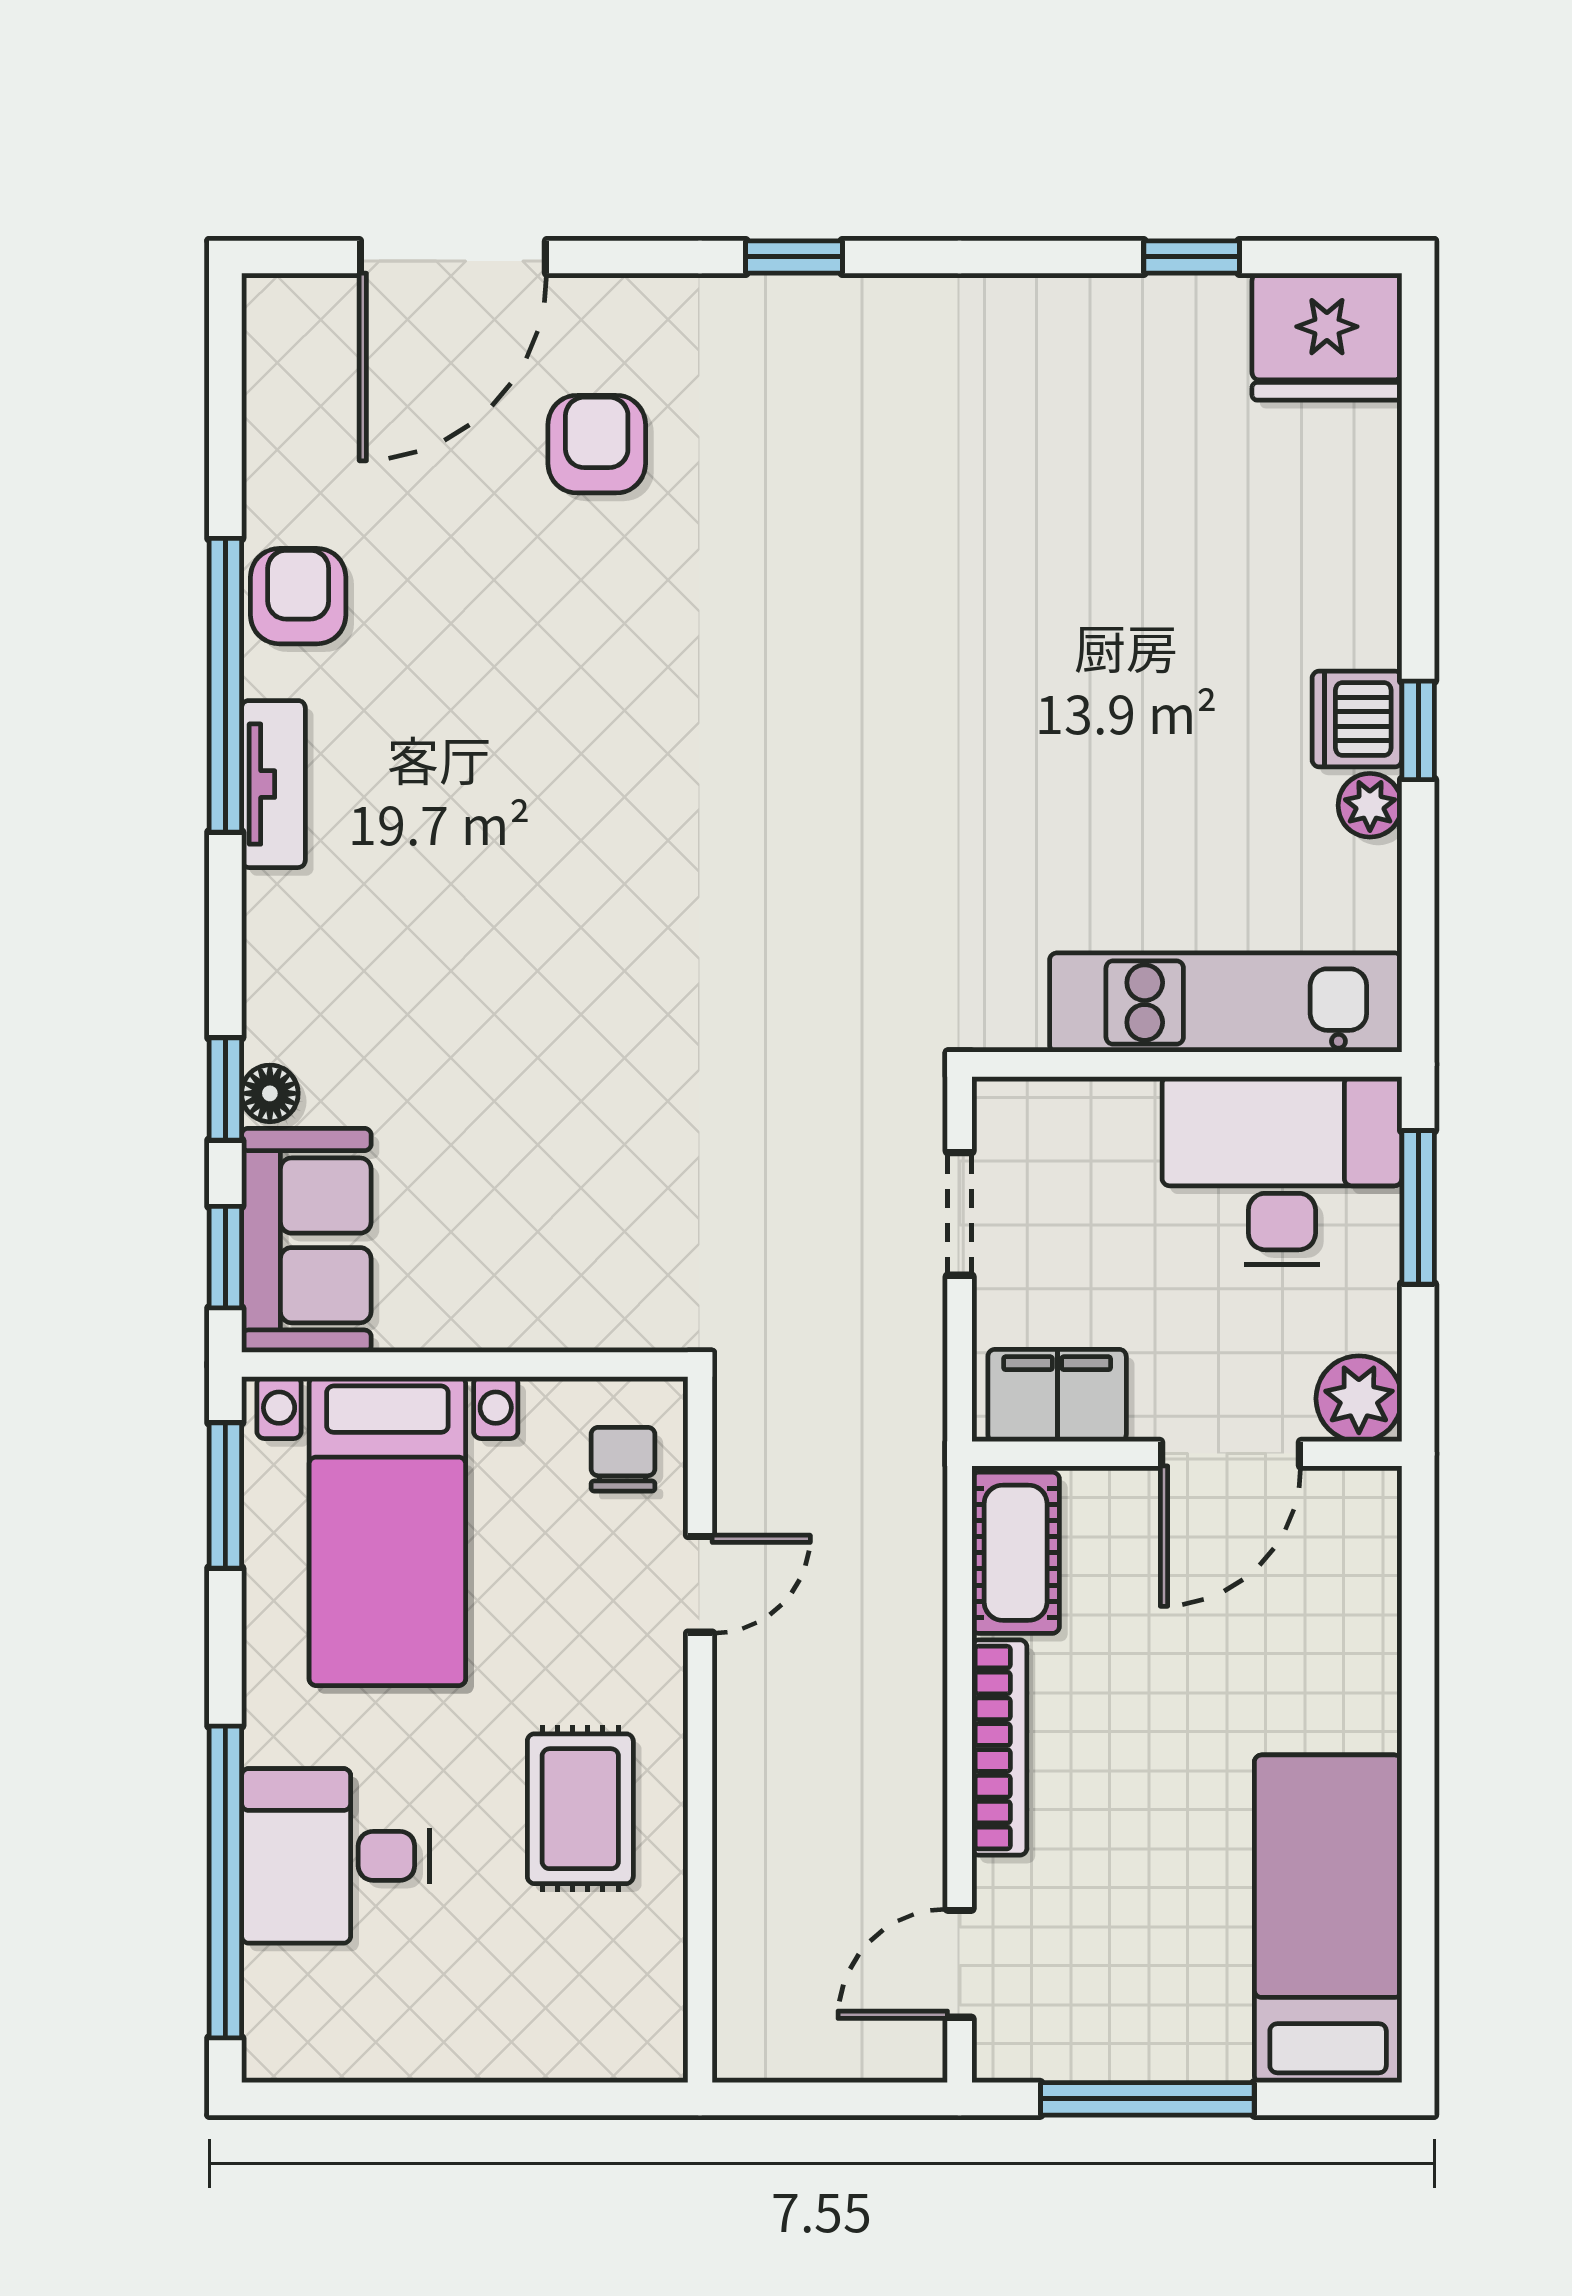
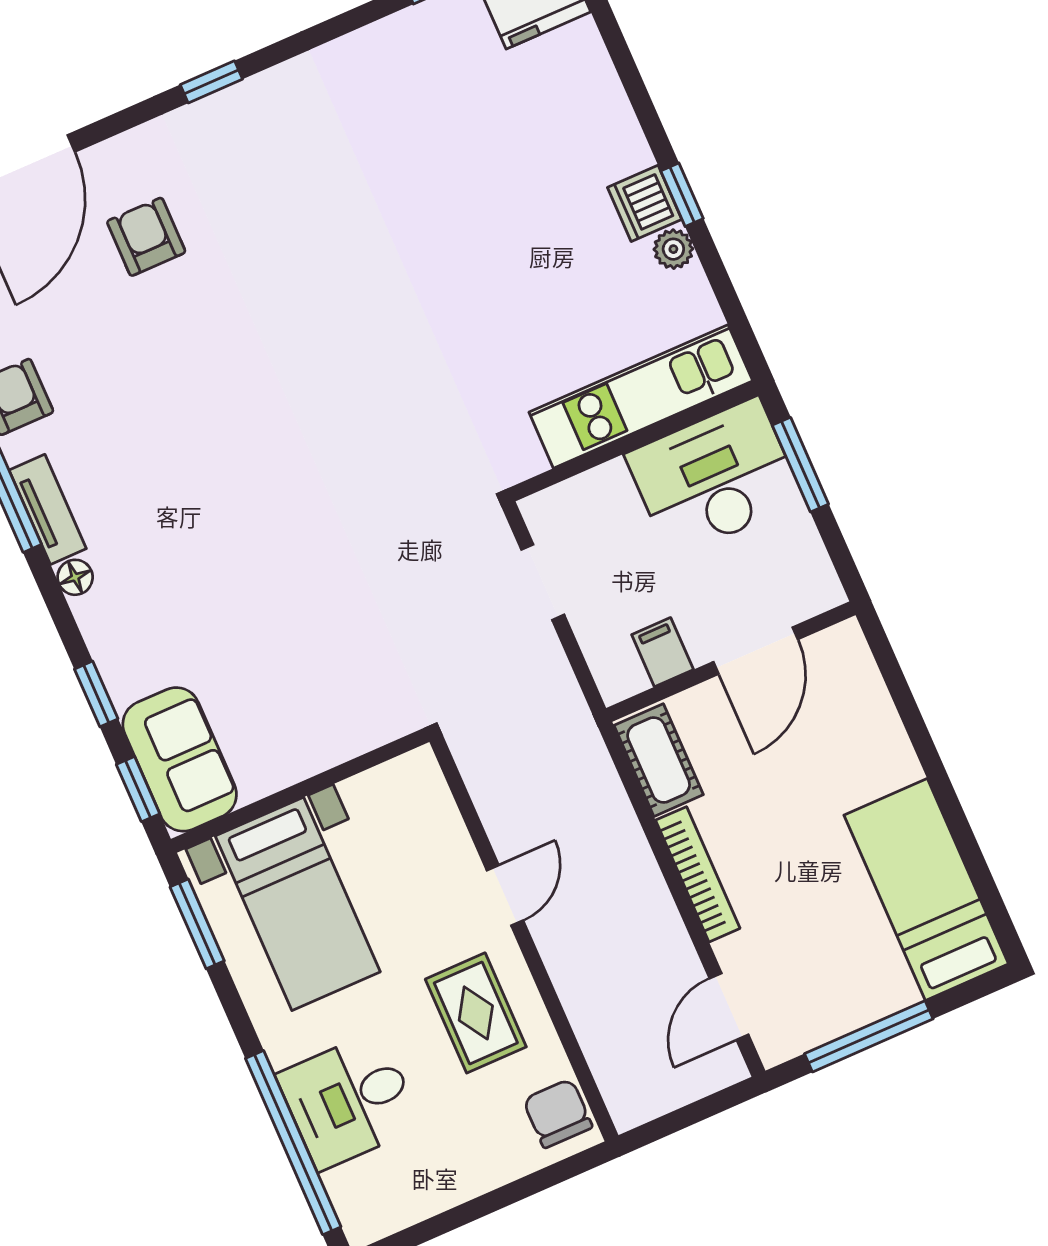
floor lamp: (270, 1093) -> (75, 577), moved
filing cabinet: (1057, 1395) -> (663, 652), width x0.50
plant: (1359, 1399) -> (815, 588), removed
chair: (623, 1459) -> (558, 1113), moved, width x1.37, depth x1.37
door: (700, 1584) -> (505, 895), moved

